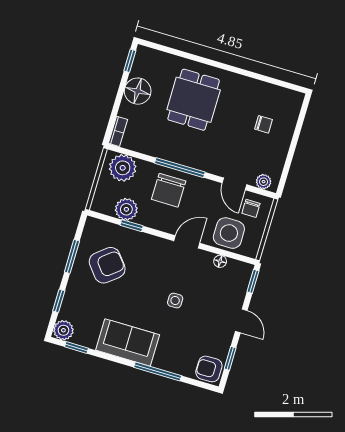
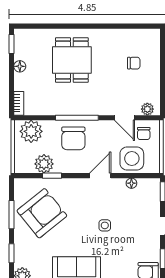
floor lamp: (138, 91) -> (20, 66), width x0.53, depth x0.53
armchair: (107, 265) -> (42, 213), width x1.36, depth x1.36

